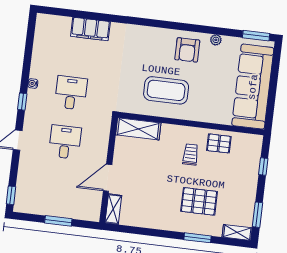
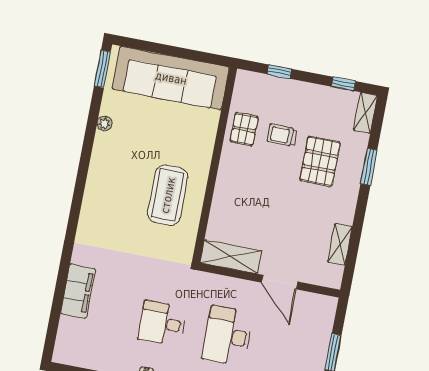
armchair: (187, 50) -> (115, 163), removed
shelving: (138, 129) -> (231, 257), moved, turned 90
desk: (65, 142) -> (228, 336), width x1.37
trolley: (190, 155) -> (282, 135), moved
shelving: (113, 209) -> (340, 244), moved, turned 90
window: (257, 215) -> (344, 84), width x0.67

